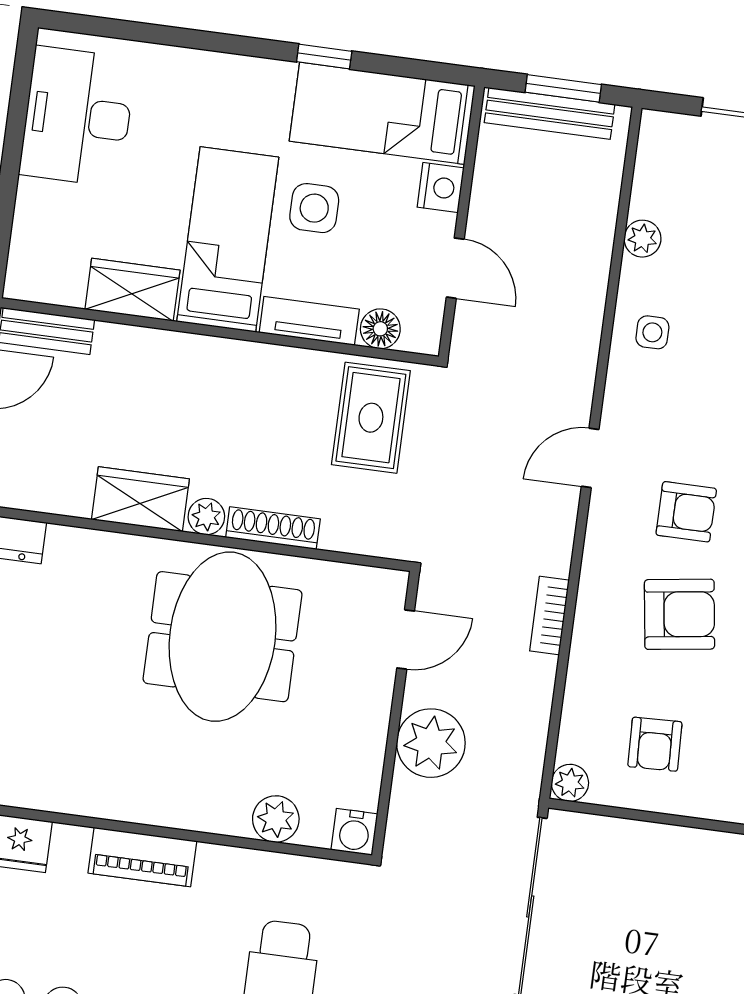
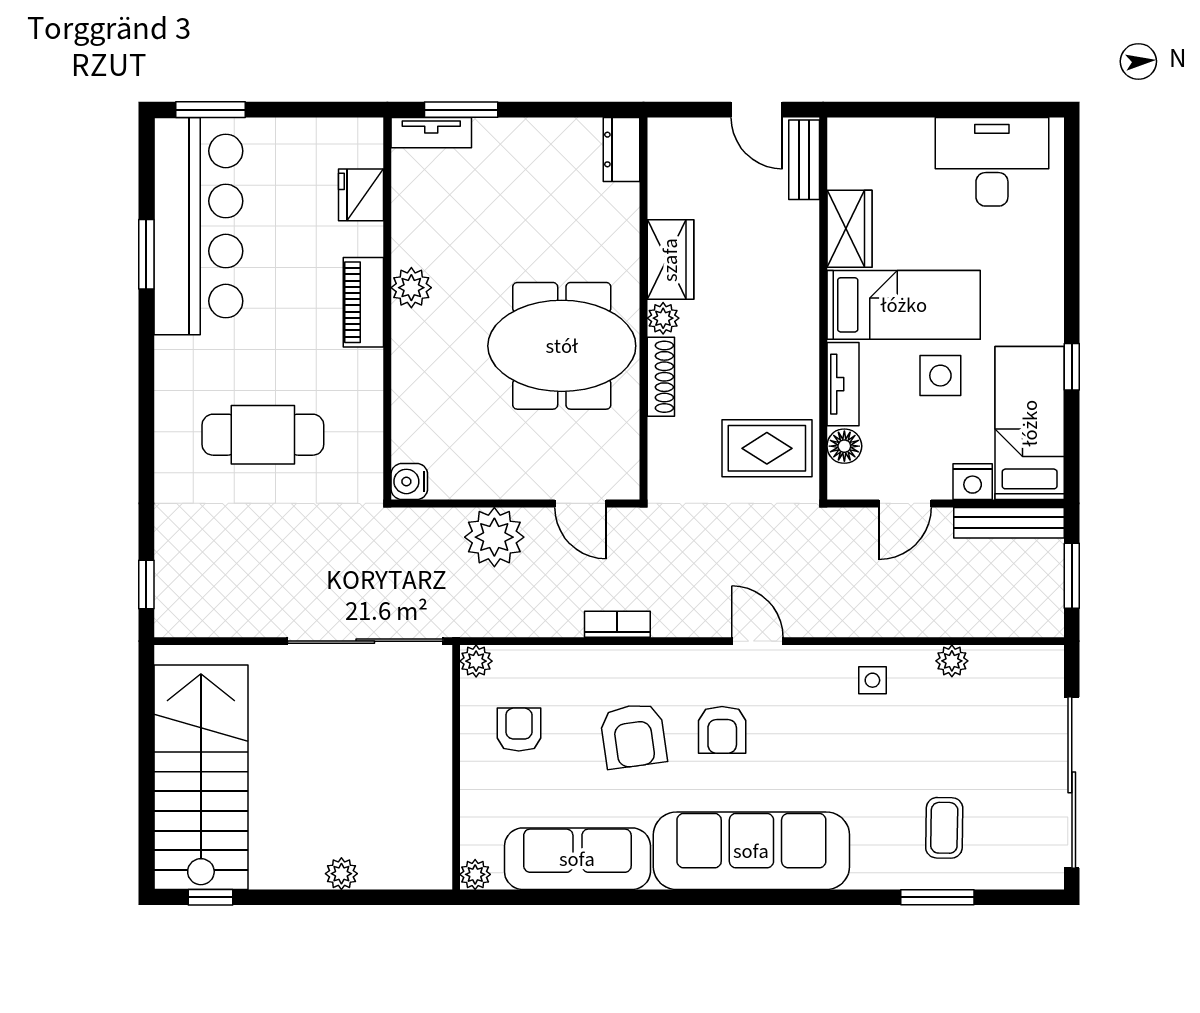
bench: (550, 113) -> (1009, 523), moved, turned 90
armchair: (655, 744) -> (519, 730), turned 92
plant: (276, 819) -> (411, 288), moved

